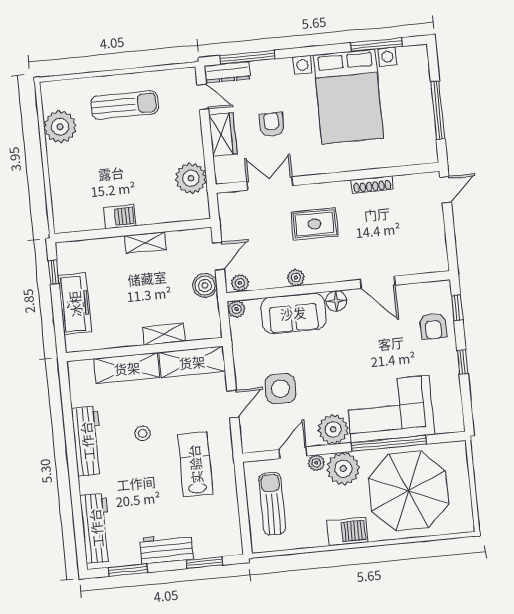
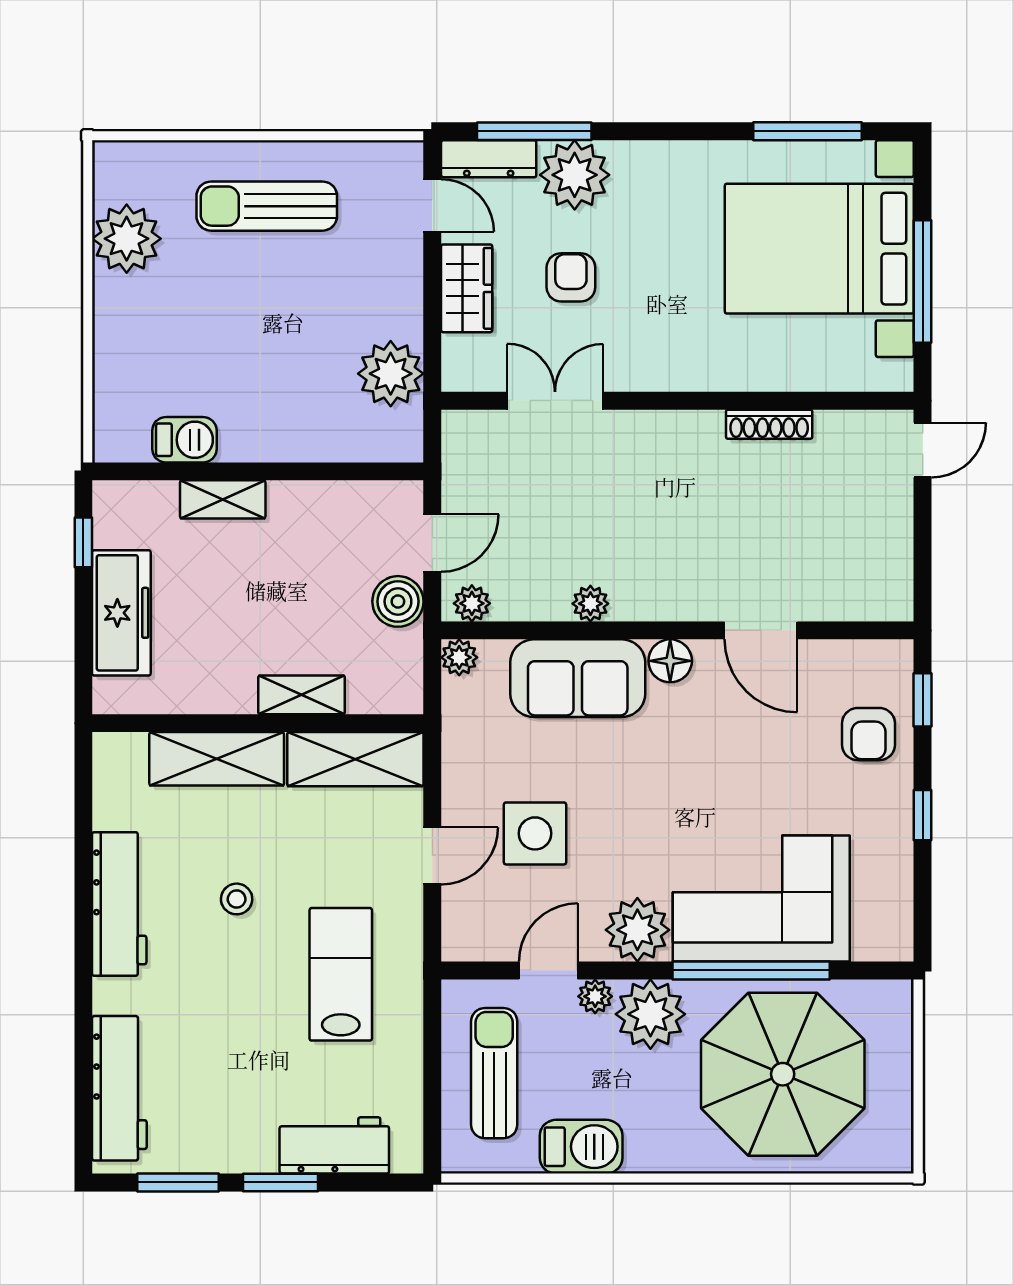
plant: (269, 76) -> (575, 175), added
bed with nightstands: (348, 96) -> (819, 249), moved, turned 90
sun lounger: (125, 105) -> (267, 206), turned 180
barbecue: (120, 217) -> (184, 440), moved
rug: (315, 224) -> (641, 495), removed
shelving: (145, 243) -> (223, 499), moved
barbecue: (347, 531) -> (581, 1147), moved
workbench: (167, 549) -> (334, 1145), moved
window: (204, 562) -> (281, 1182), moved

